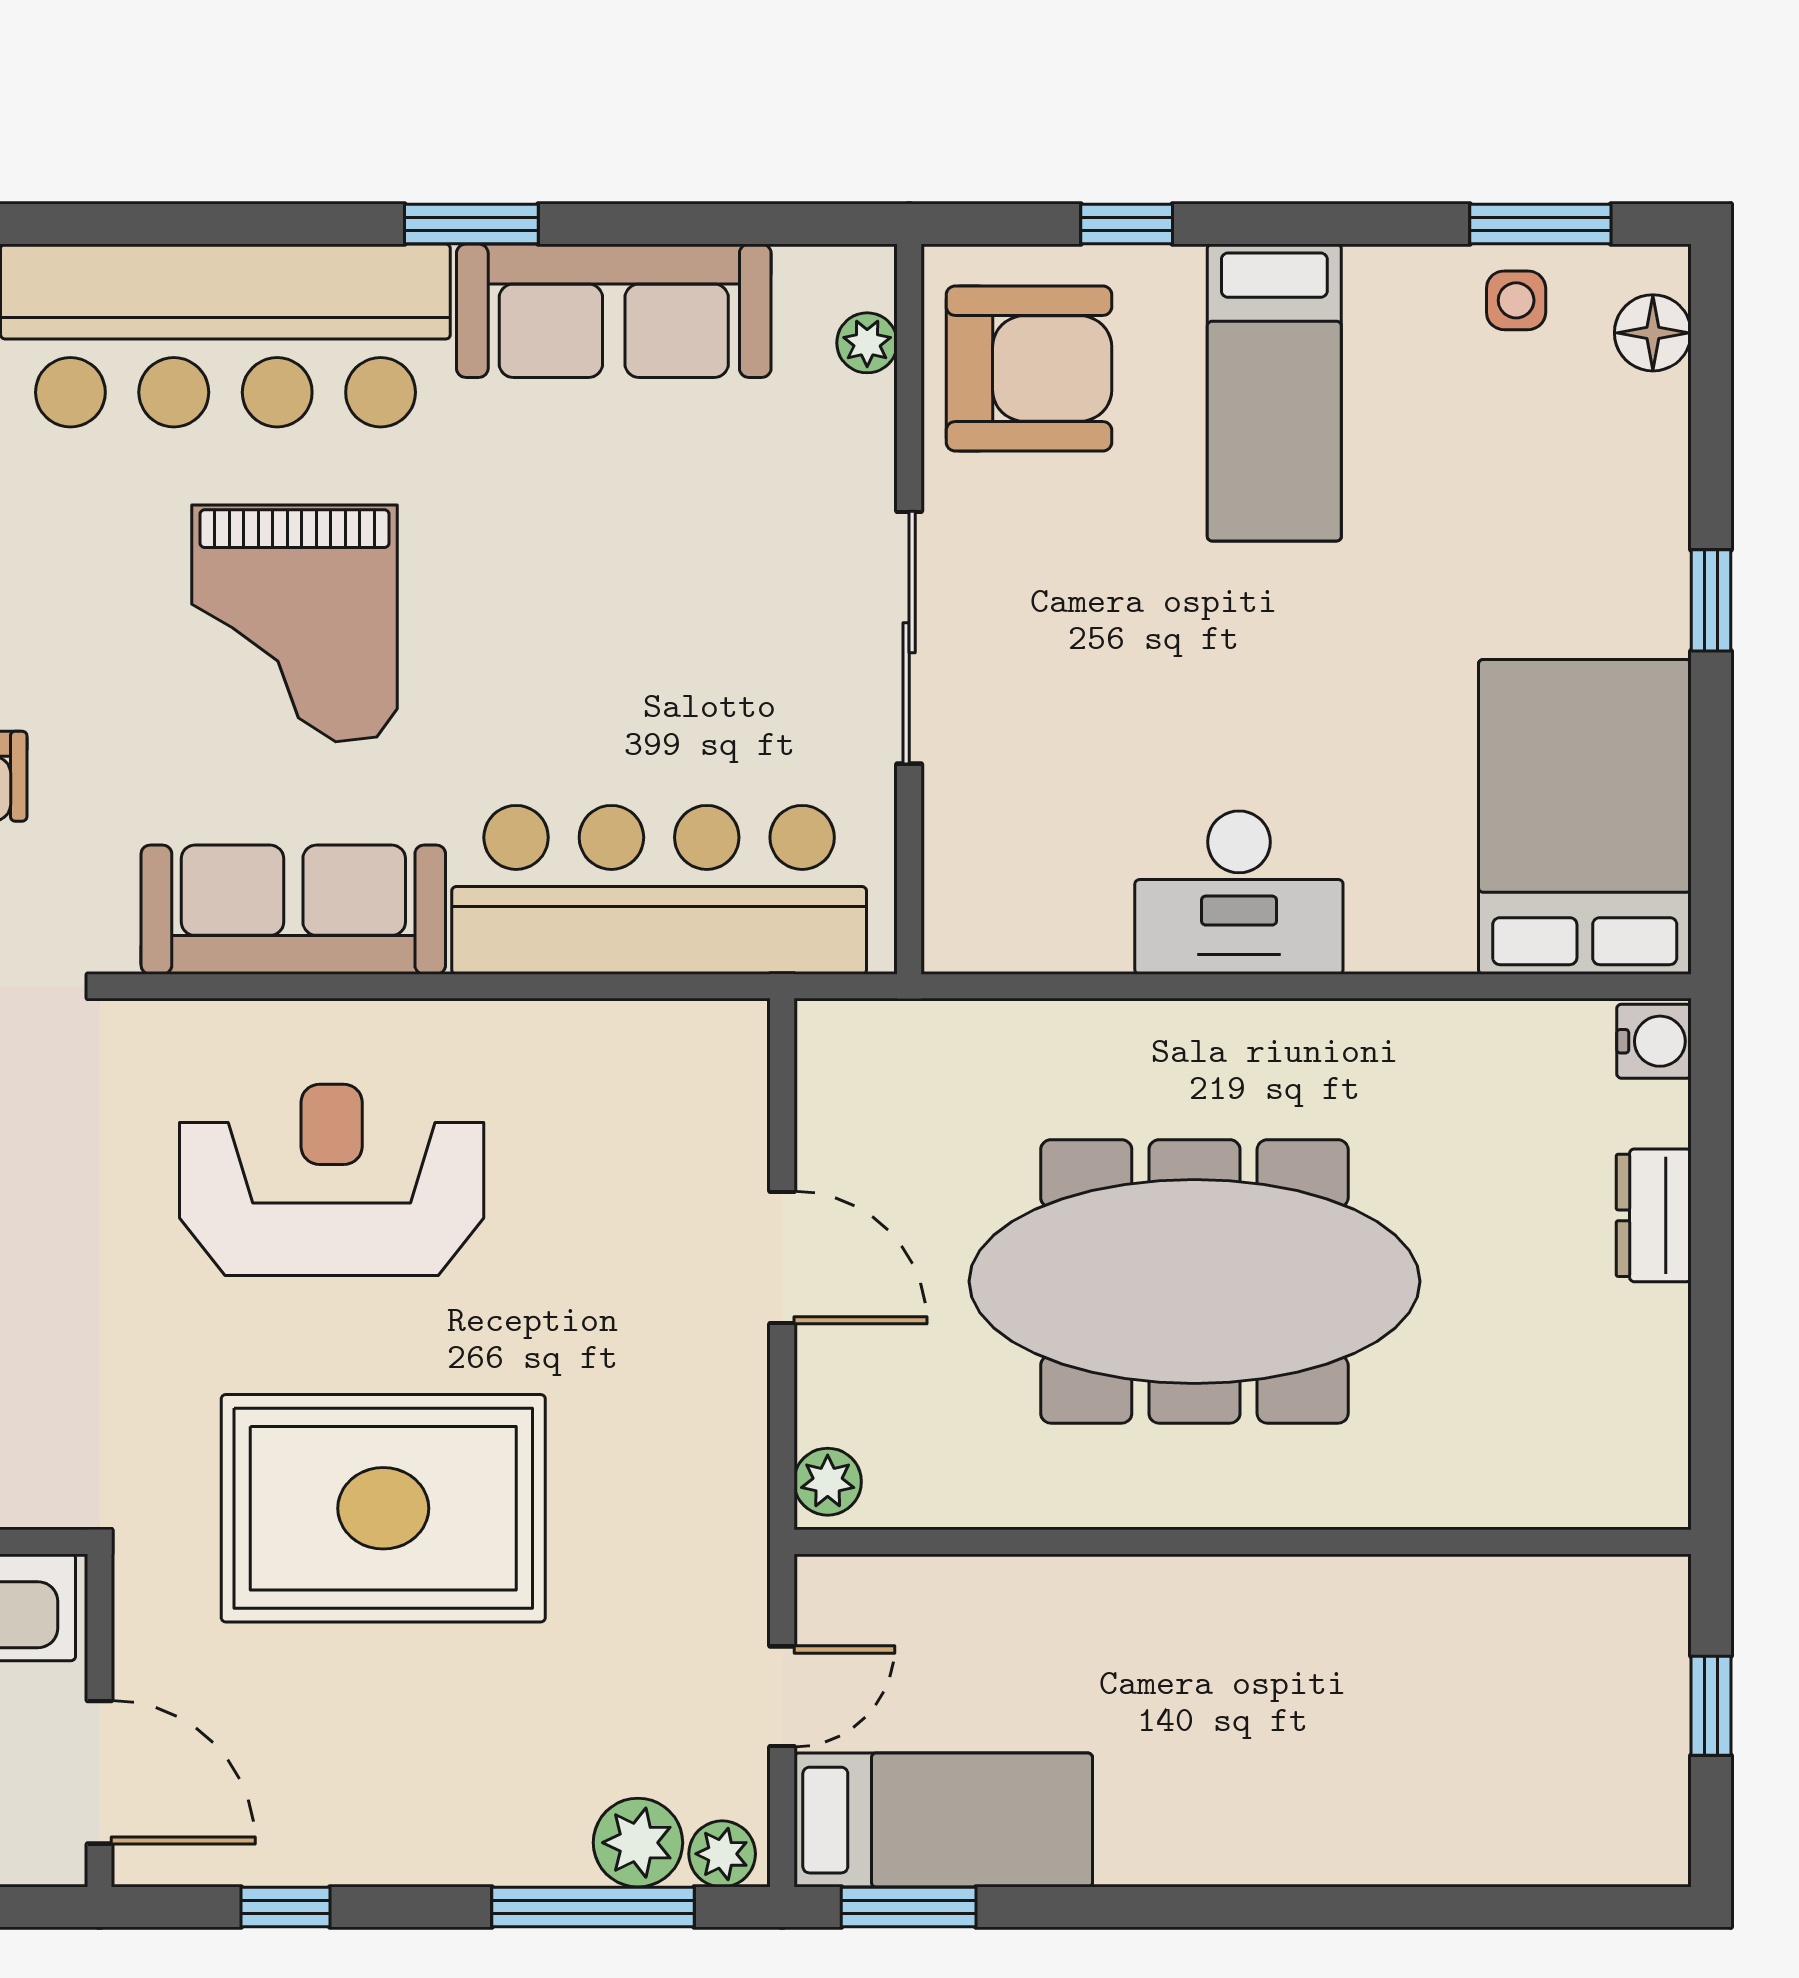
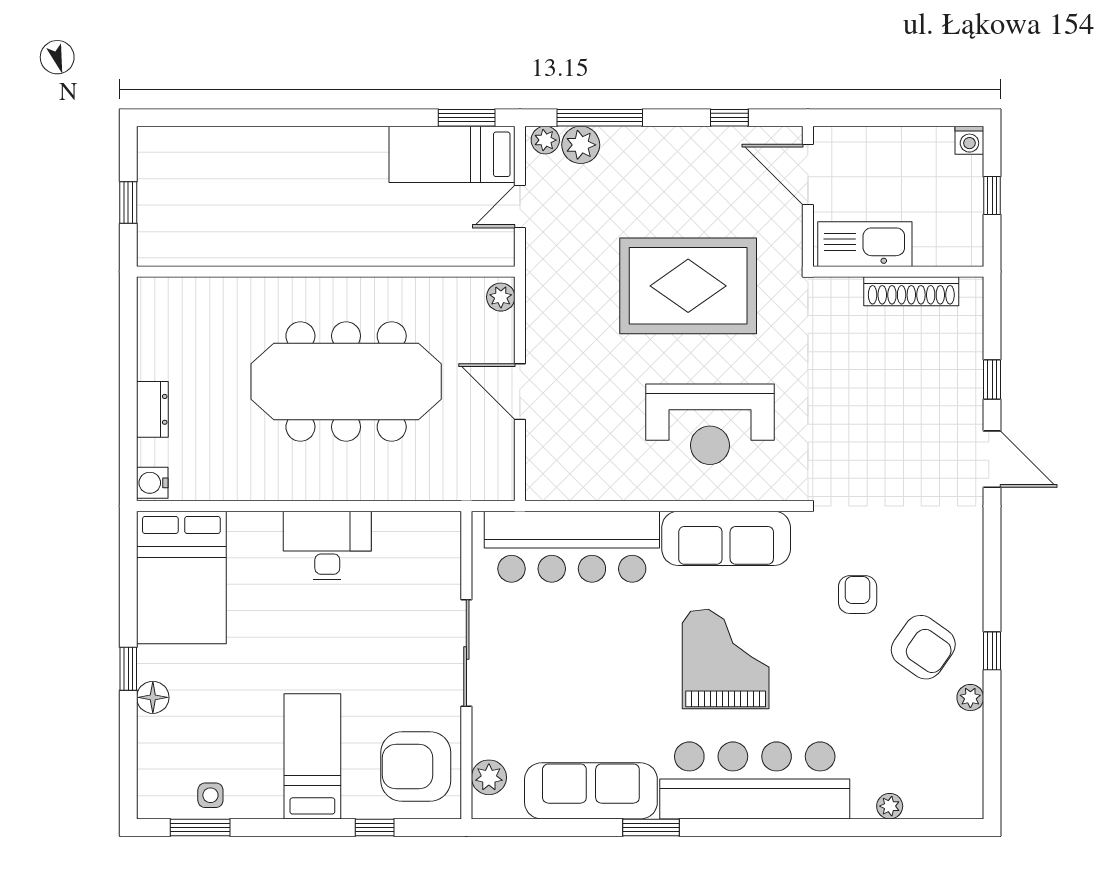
floor lamp: (1653, 333) -> (153, 697), moved
plant: (867, 343) -> (489, 777), width x1.38, depth x1.38

